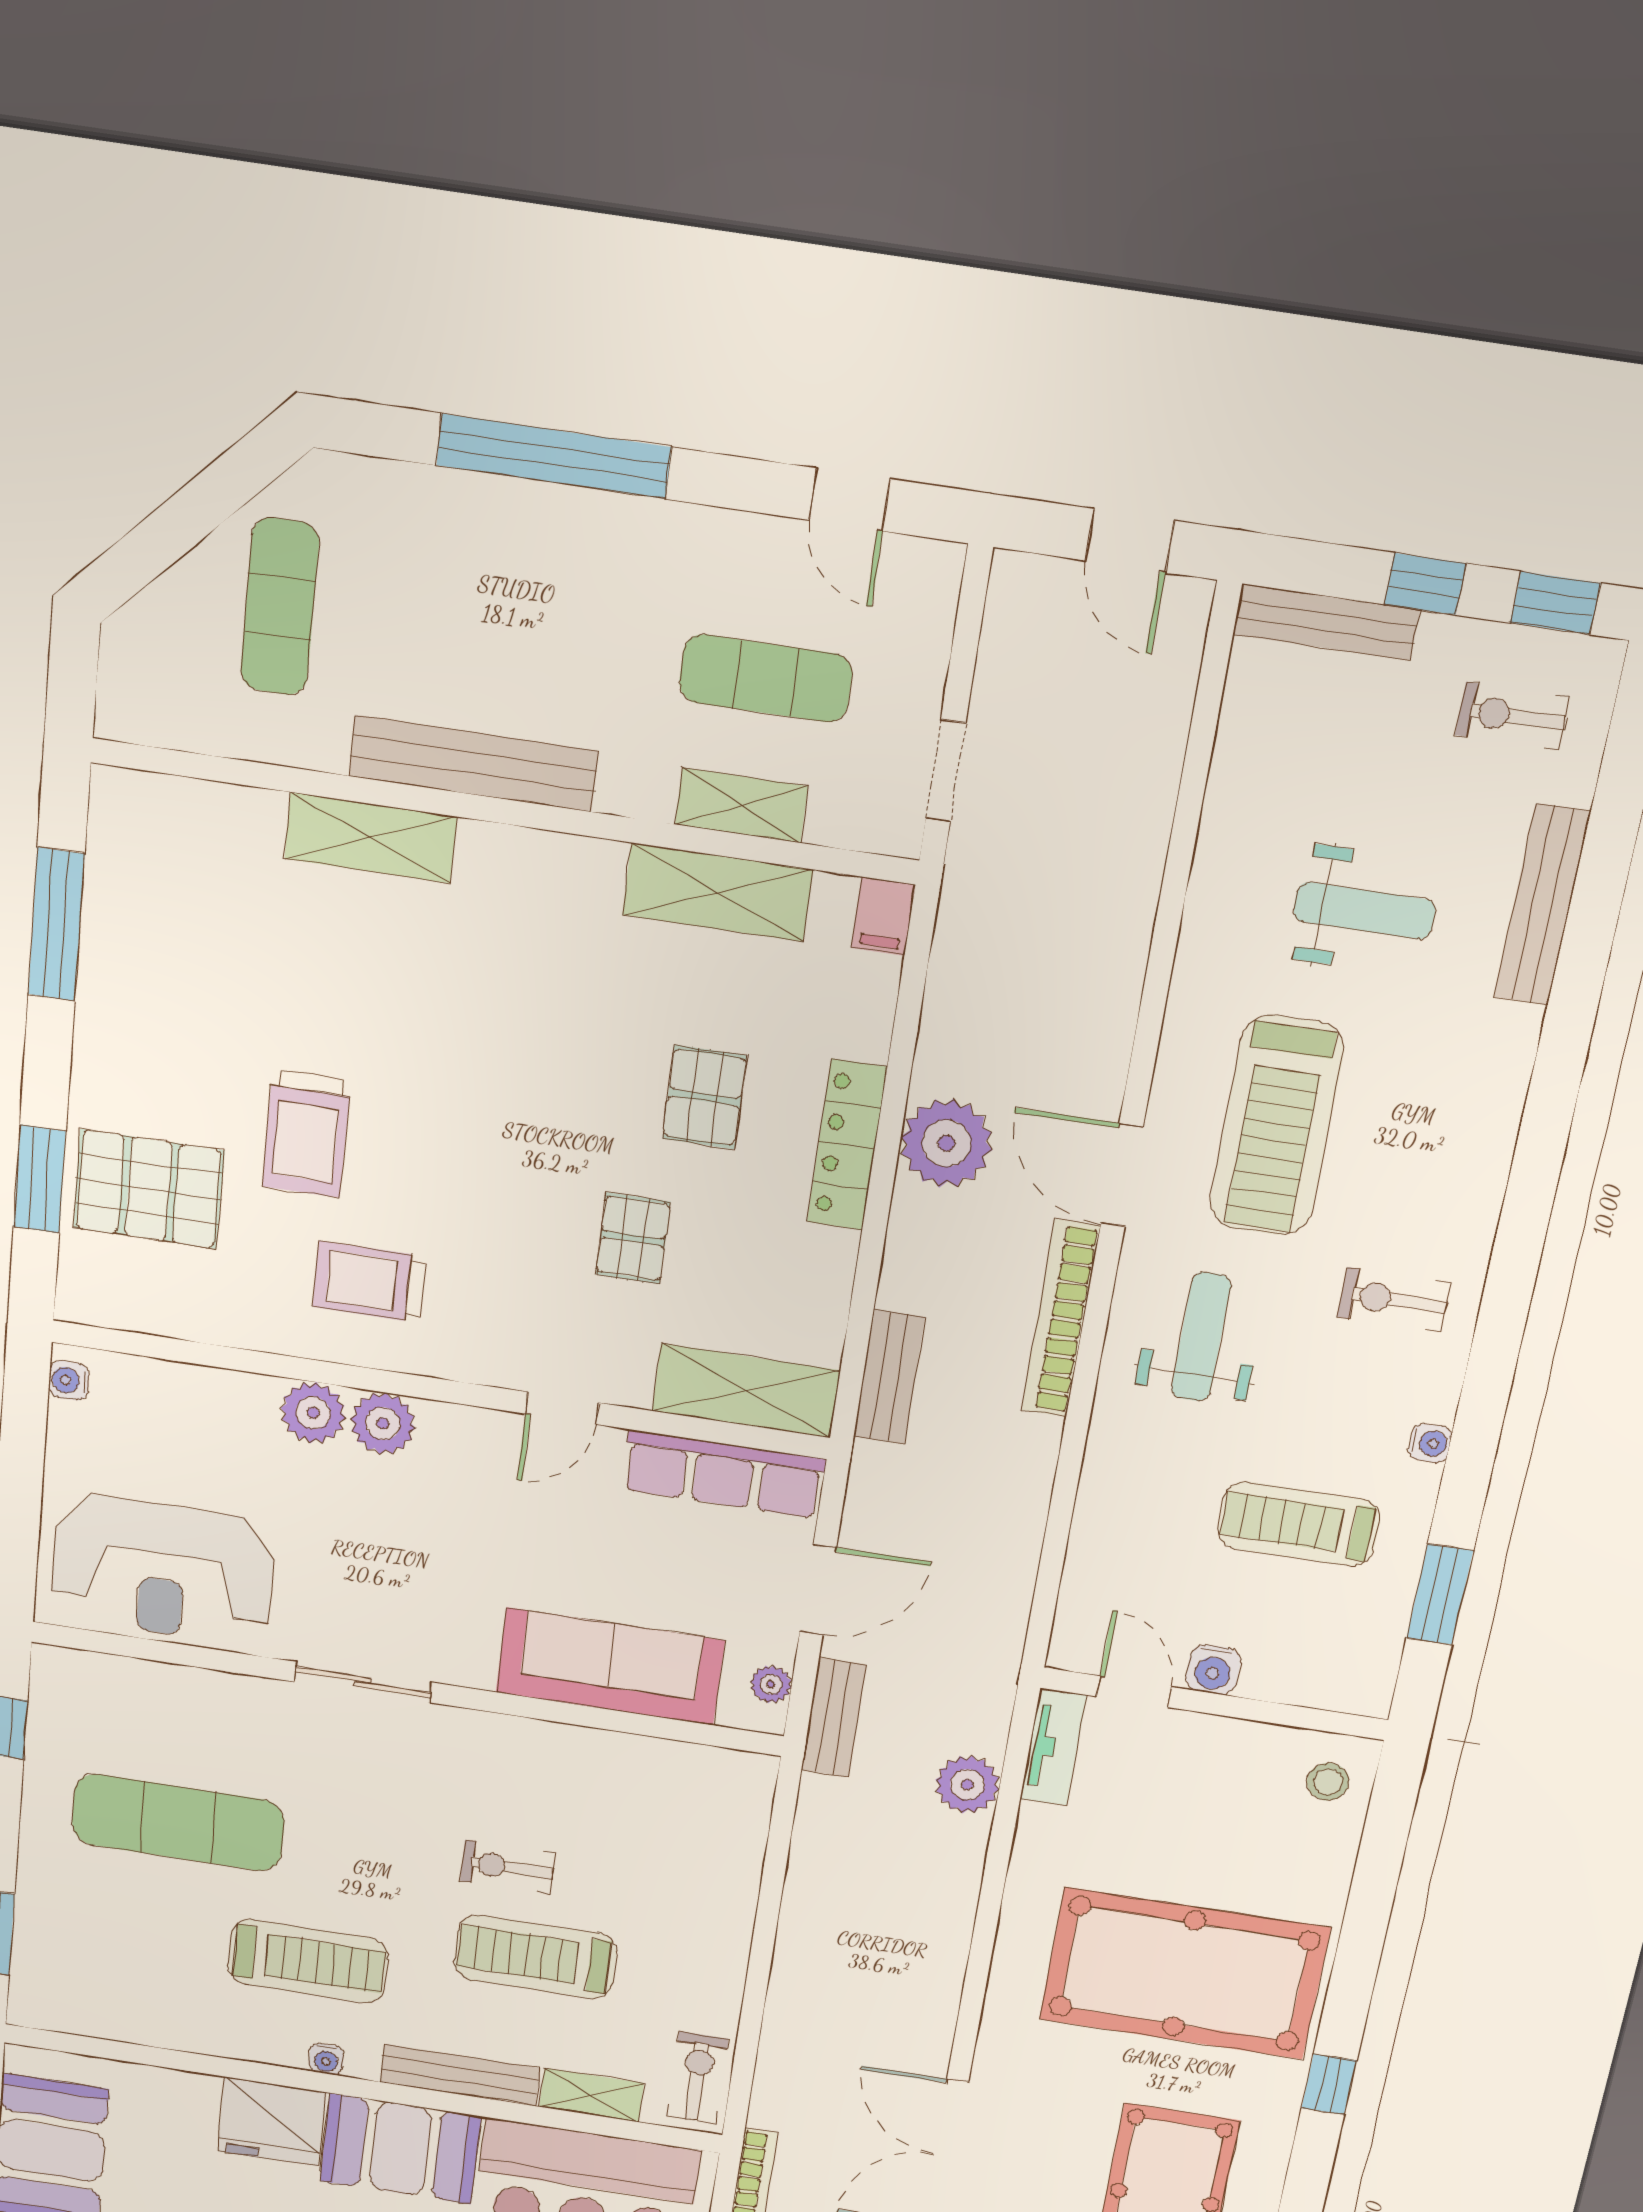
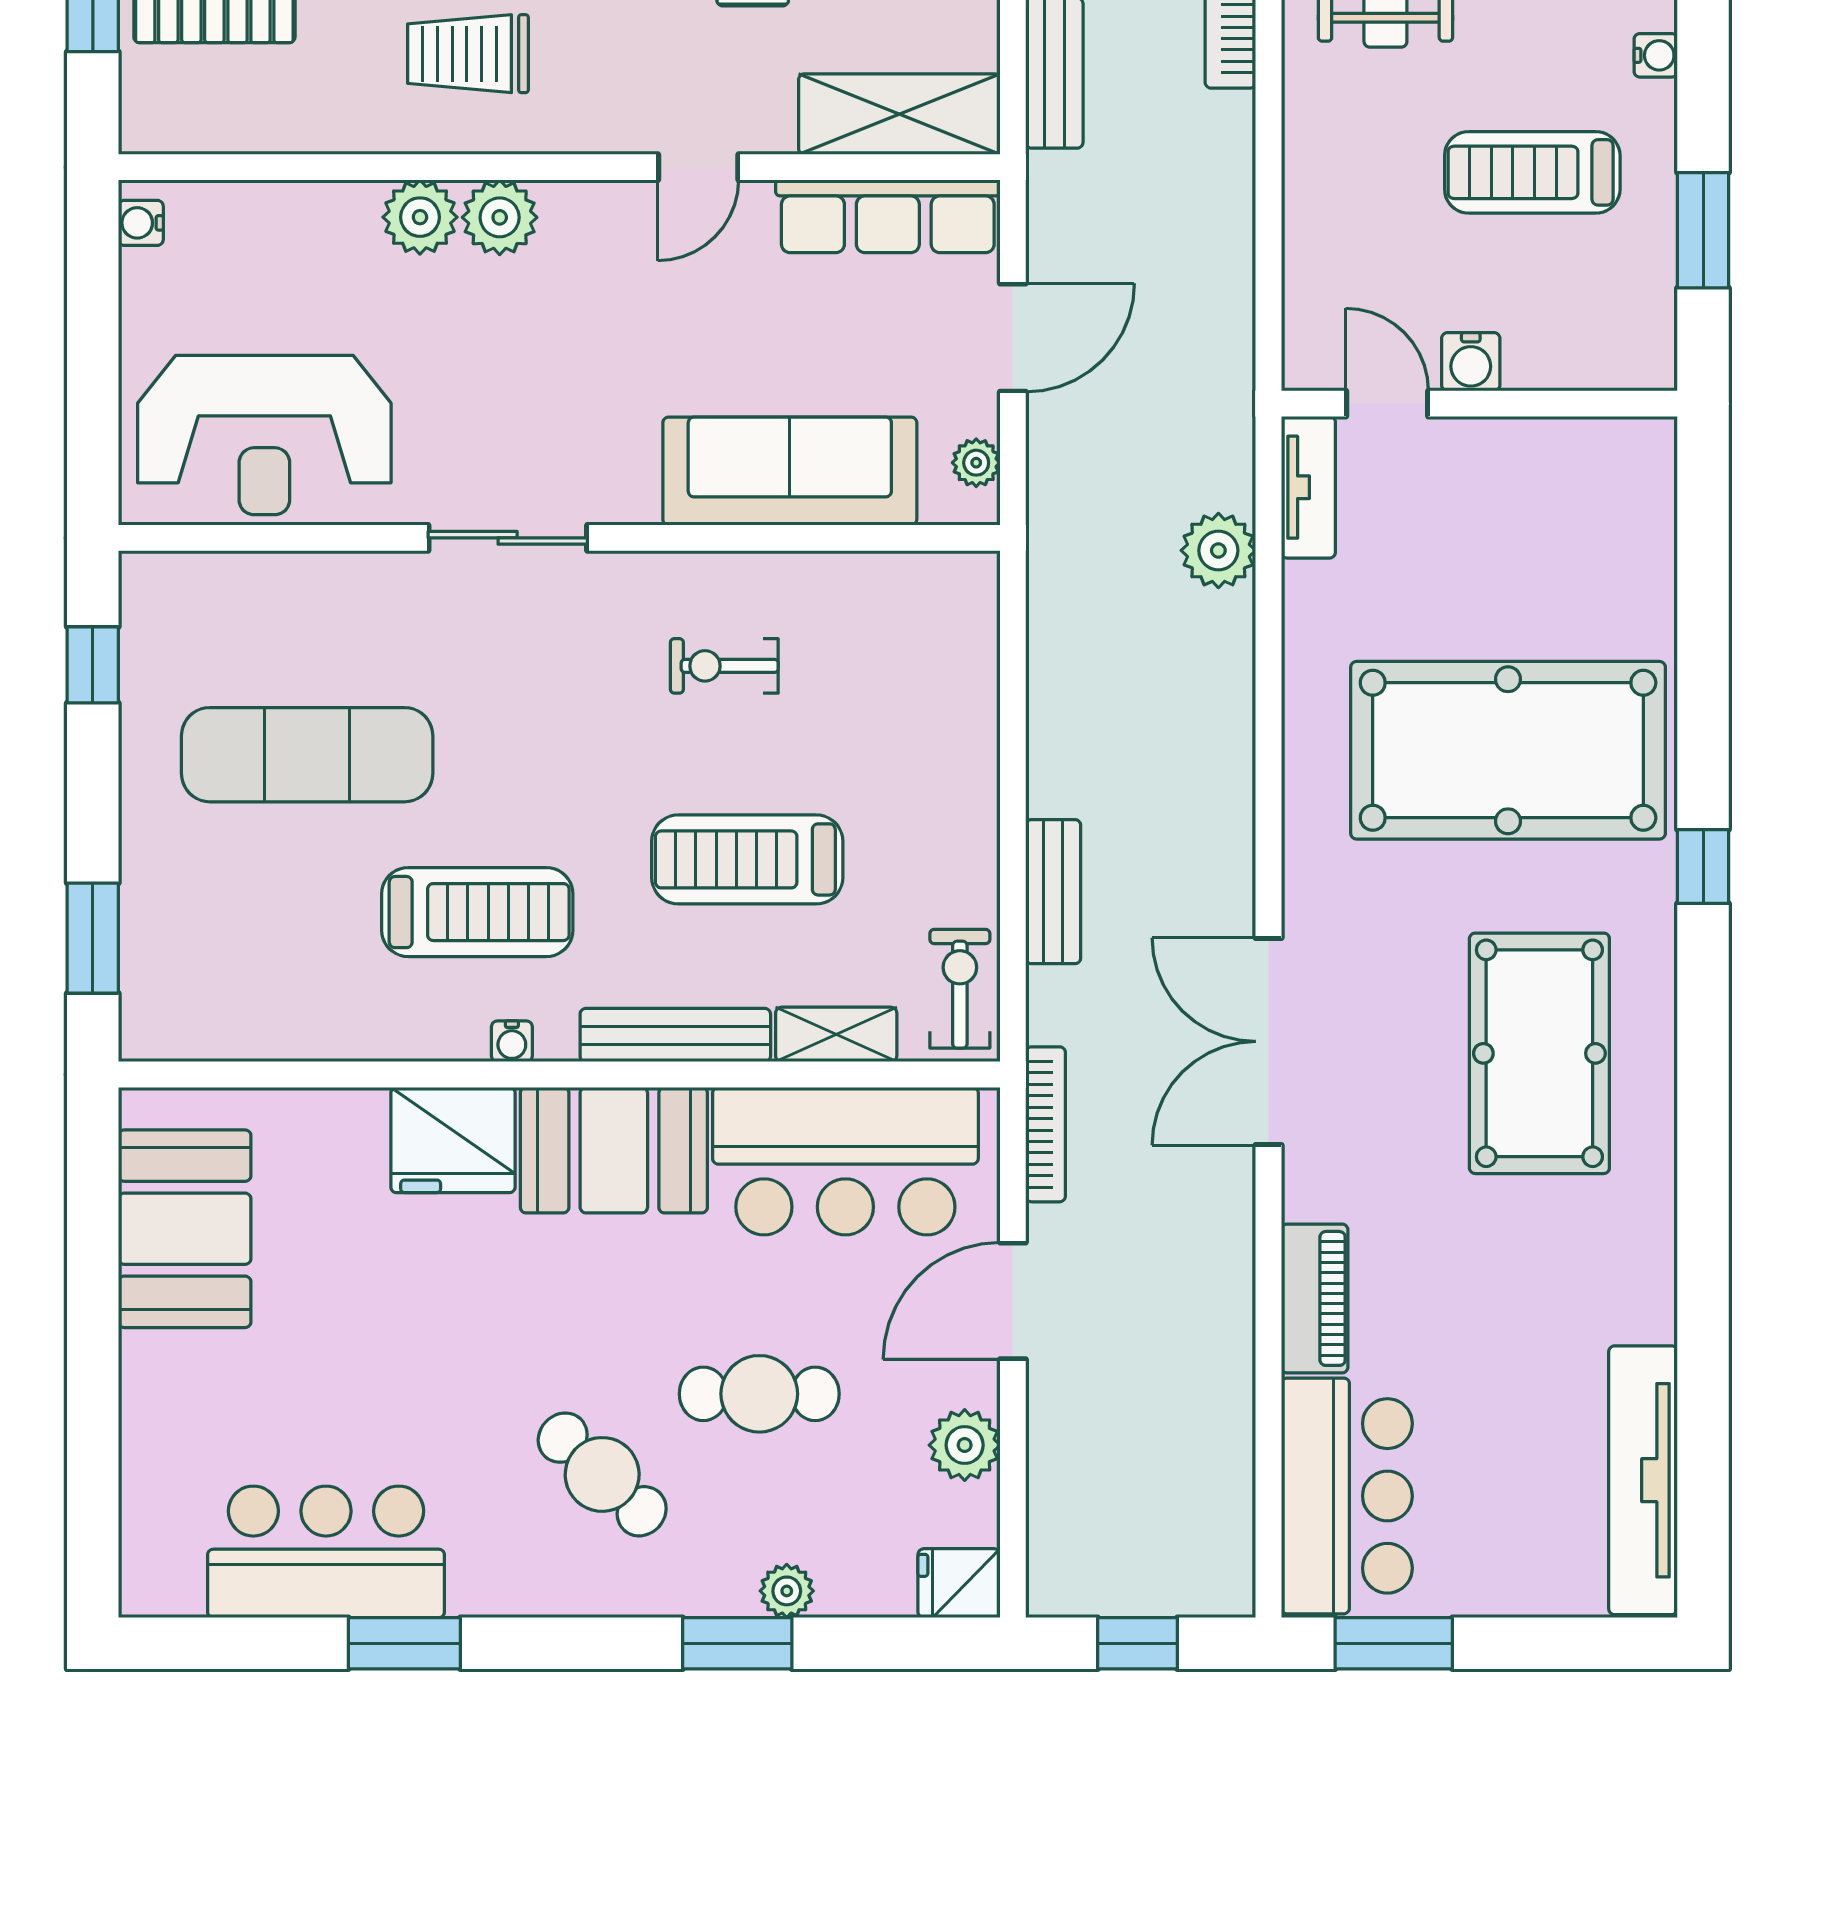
bench: (834, 1717) -> (1053, 892), moved
stool: (1328, 1782) -> (1625, 478), removed
exercise bike: (508, 1867) -> (724, 666), moved

